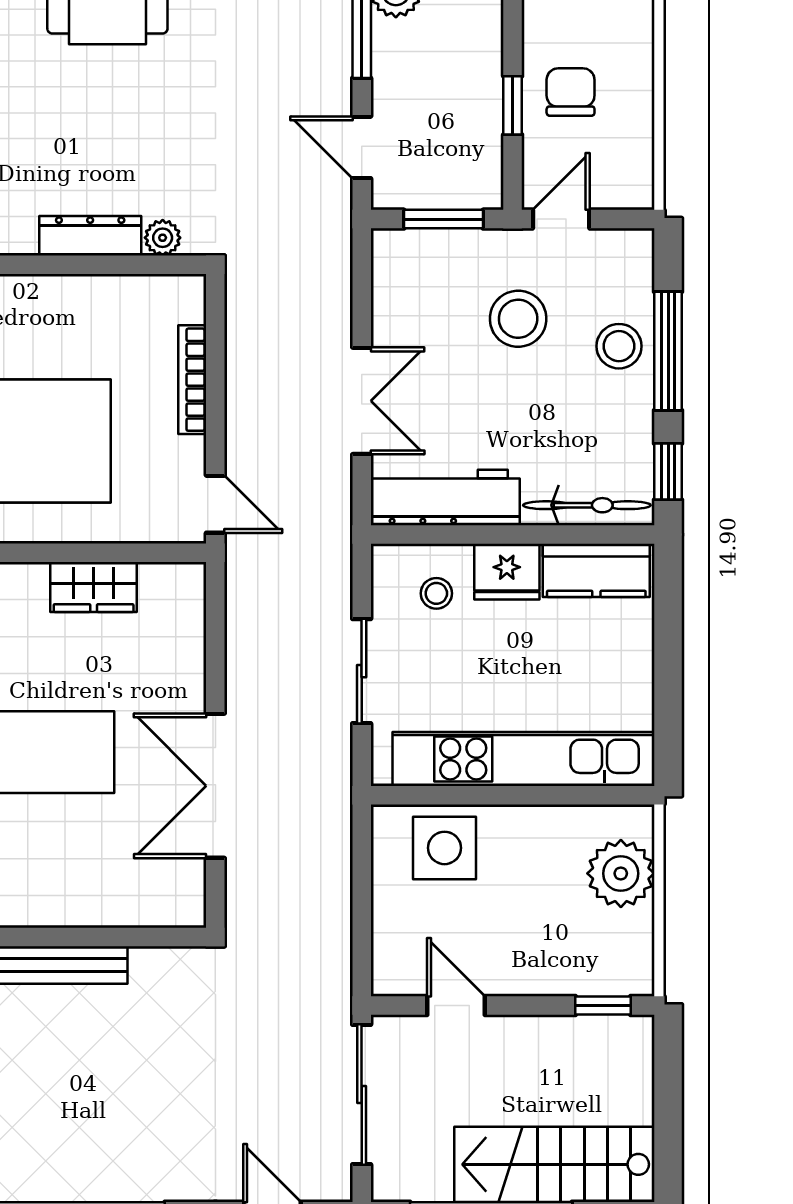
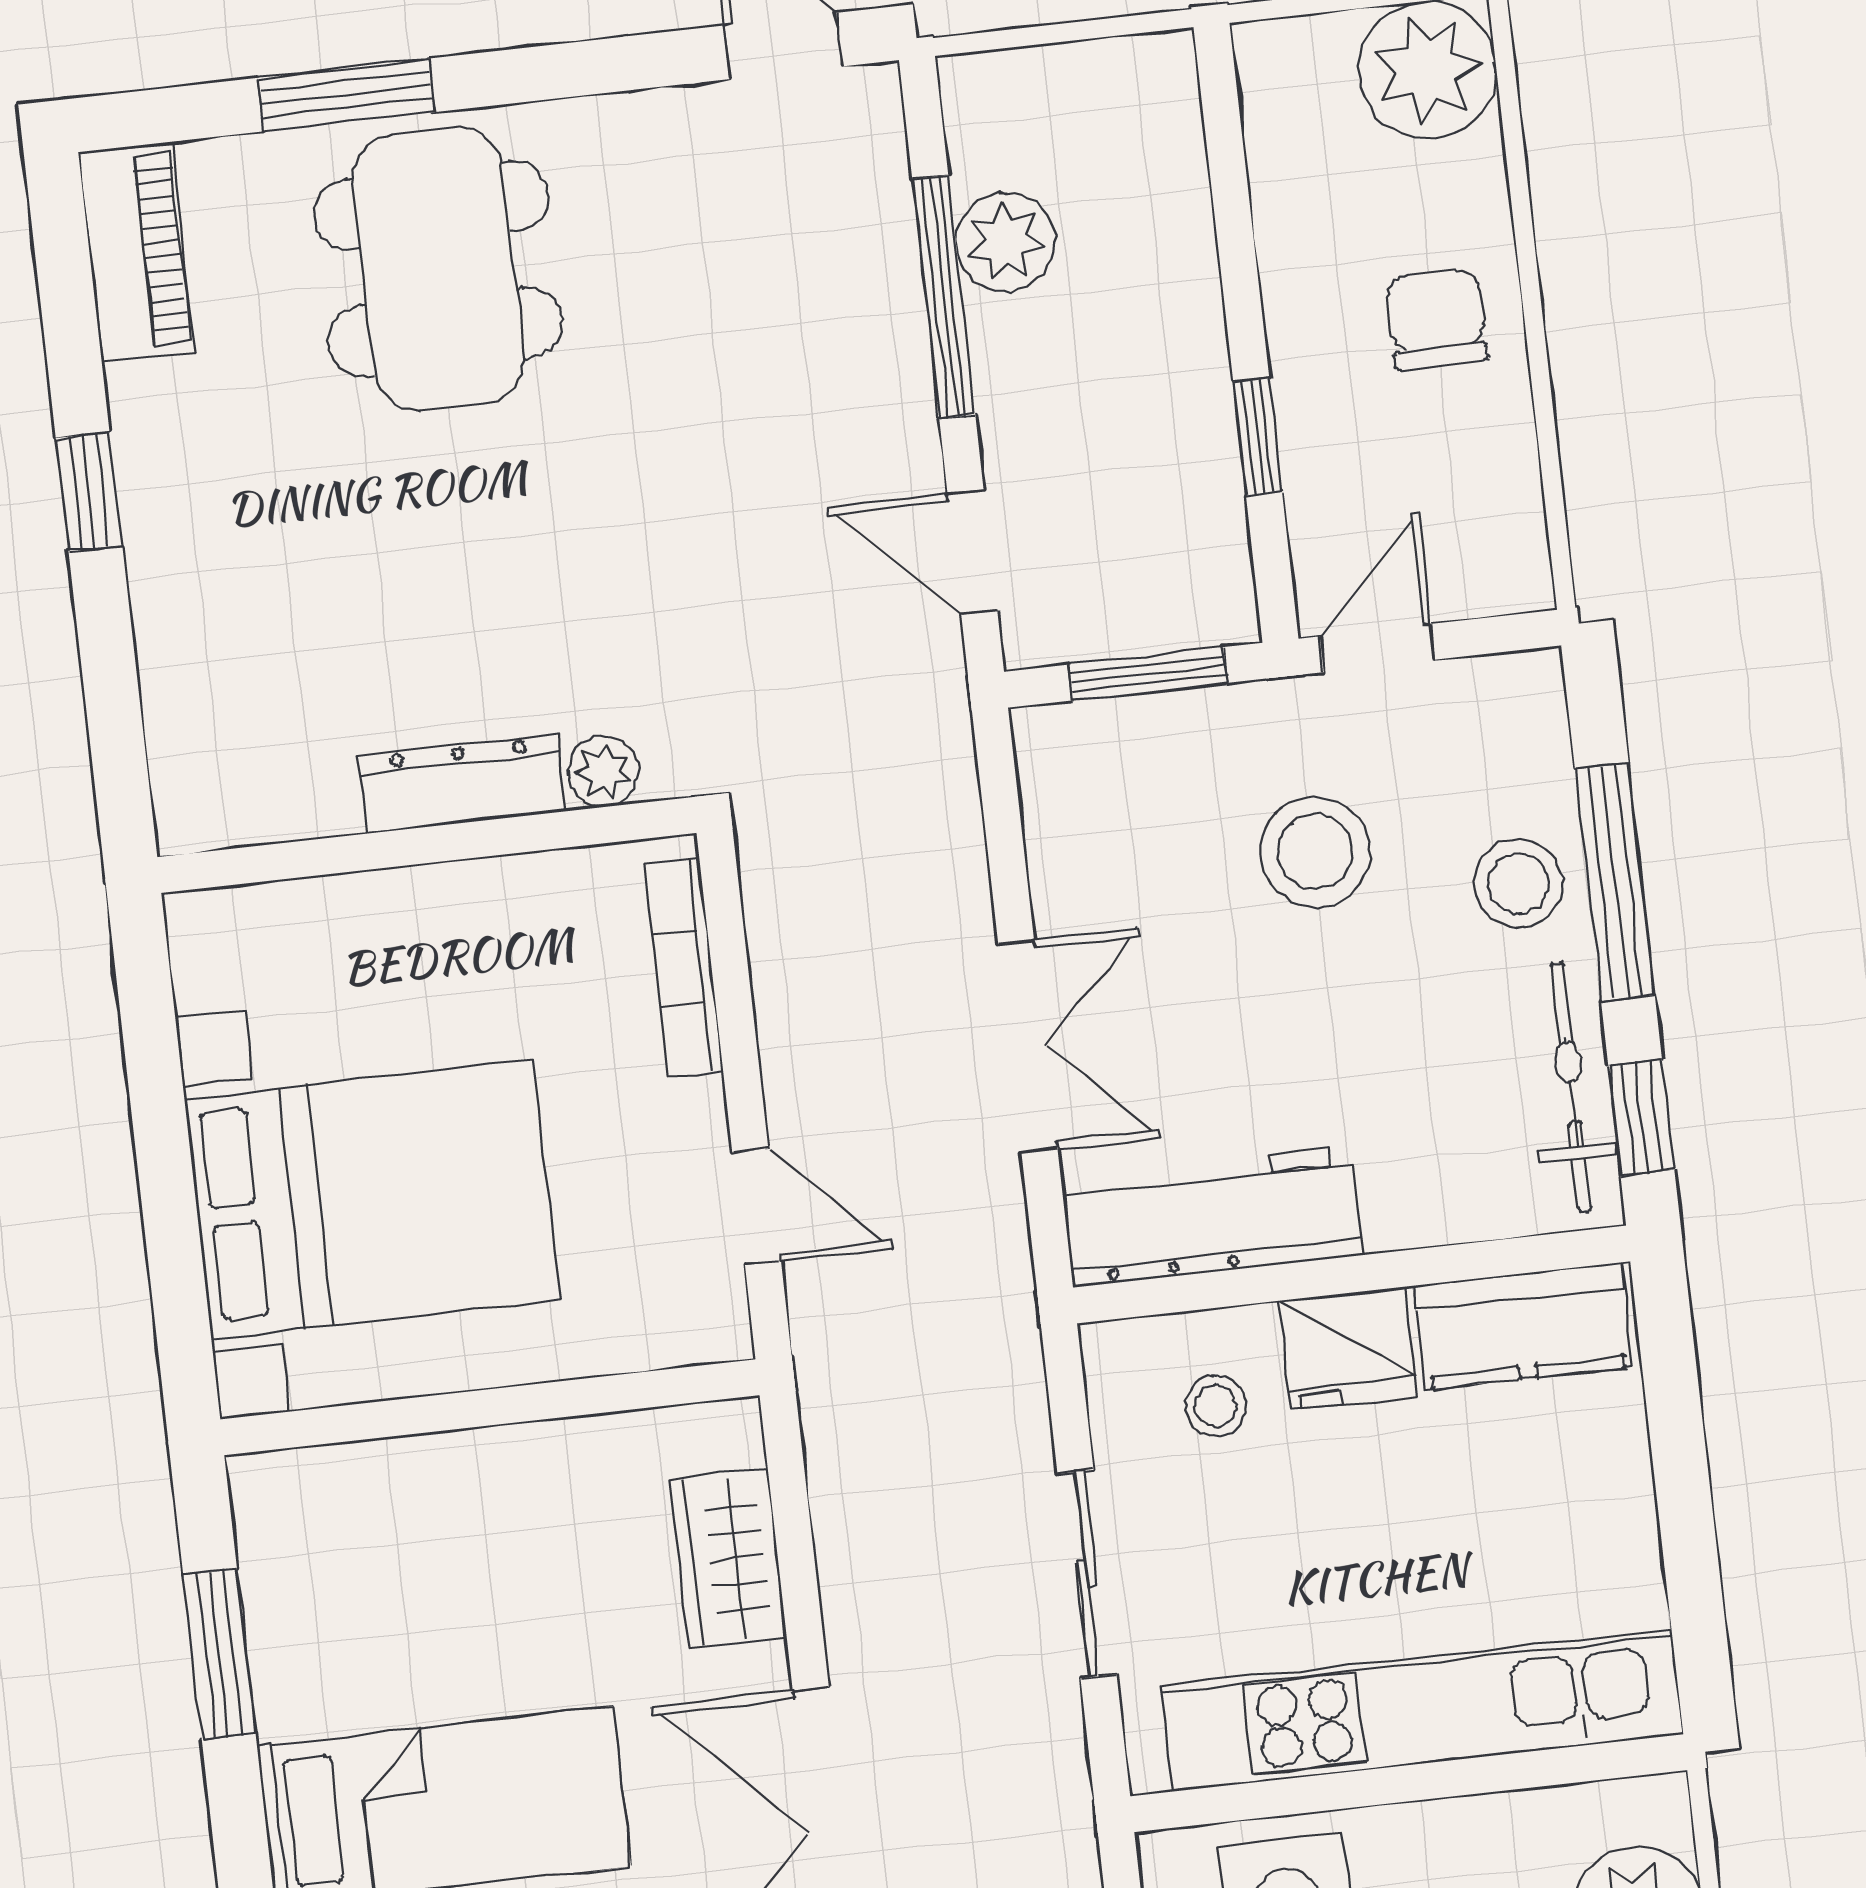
chair: (571, 92) -> (1436, 319), moved
bookcase: (192, 380) -> (684, 968), moved
door: (215, 504) -> (757, 1207), moved
bicycle: (587, 505) -> (1571, 1087), moved, turned -90
wardrobe: (94, 587) -> (729, 1559), moved, turned 90

